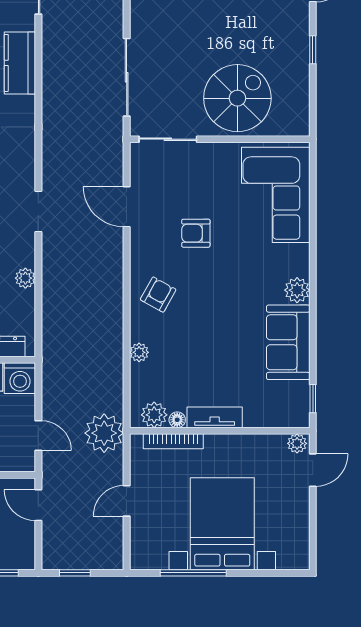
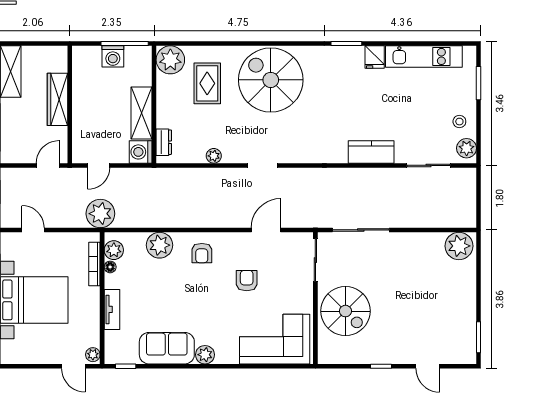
armchair: (158, 295) -> (202, 253), turned 61
plant: (139, 352) -> (160, 245), width x1.88, depth x1.88
tv unit: (215, 417) -> (112, 309), moved
door: (127, 501) -> (33, 230), moved

